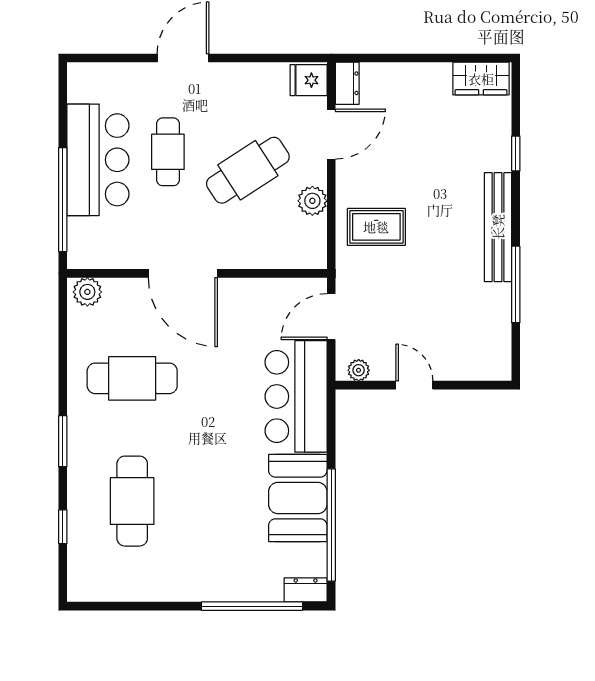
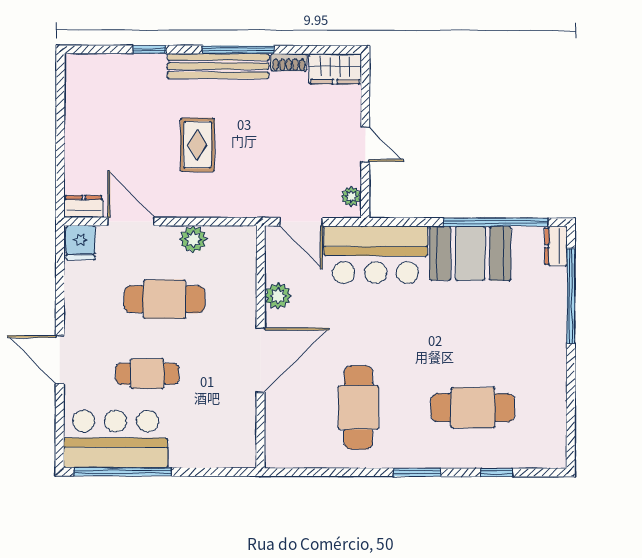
wardrobe: (481, 79) -> (335, 69), moved, turned 90
bar counter: (98, 160) -> (116, 439), moved
cafe table: (248, 170) -> (165, 299), turned -57
window: (63, 200) -> (122, 472), moved
rug: (376, 227) -> (197, 145), moved
window: (516, 284) -> (238, 50), moved
plant: (87, 292) -> (278, 296), moved
shoe rack: (502, 303) -> (289, 62), added
door: (414, 385) -> (365, 144), swing flipped

